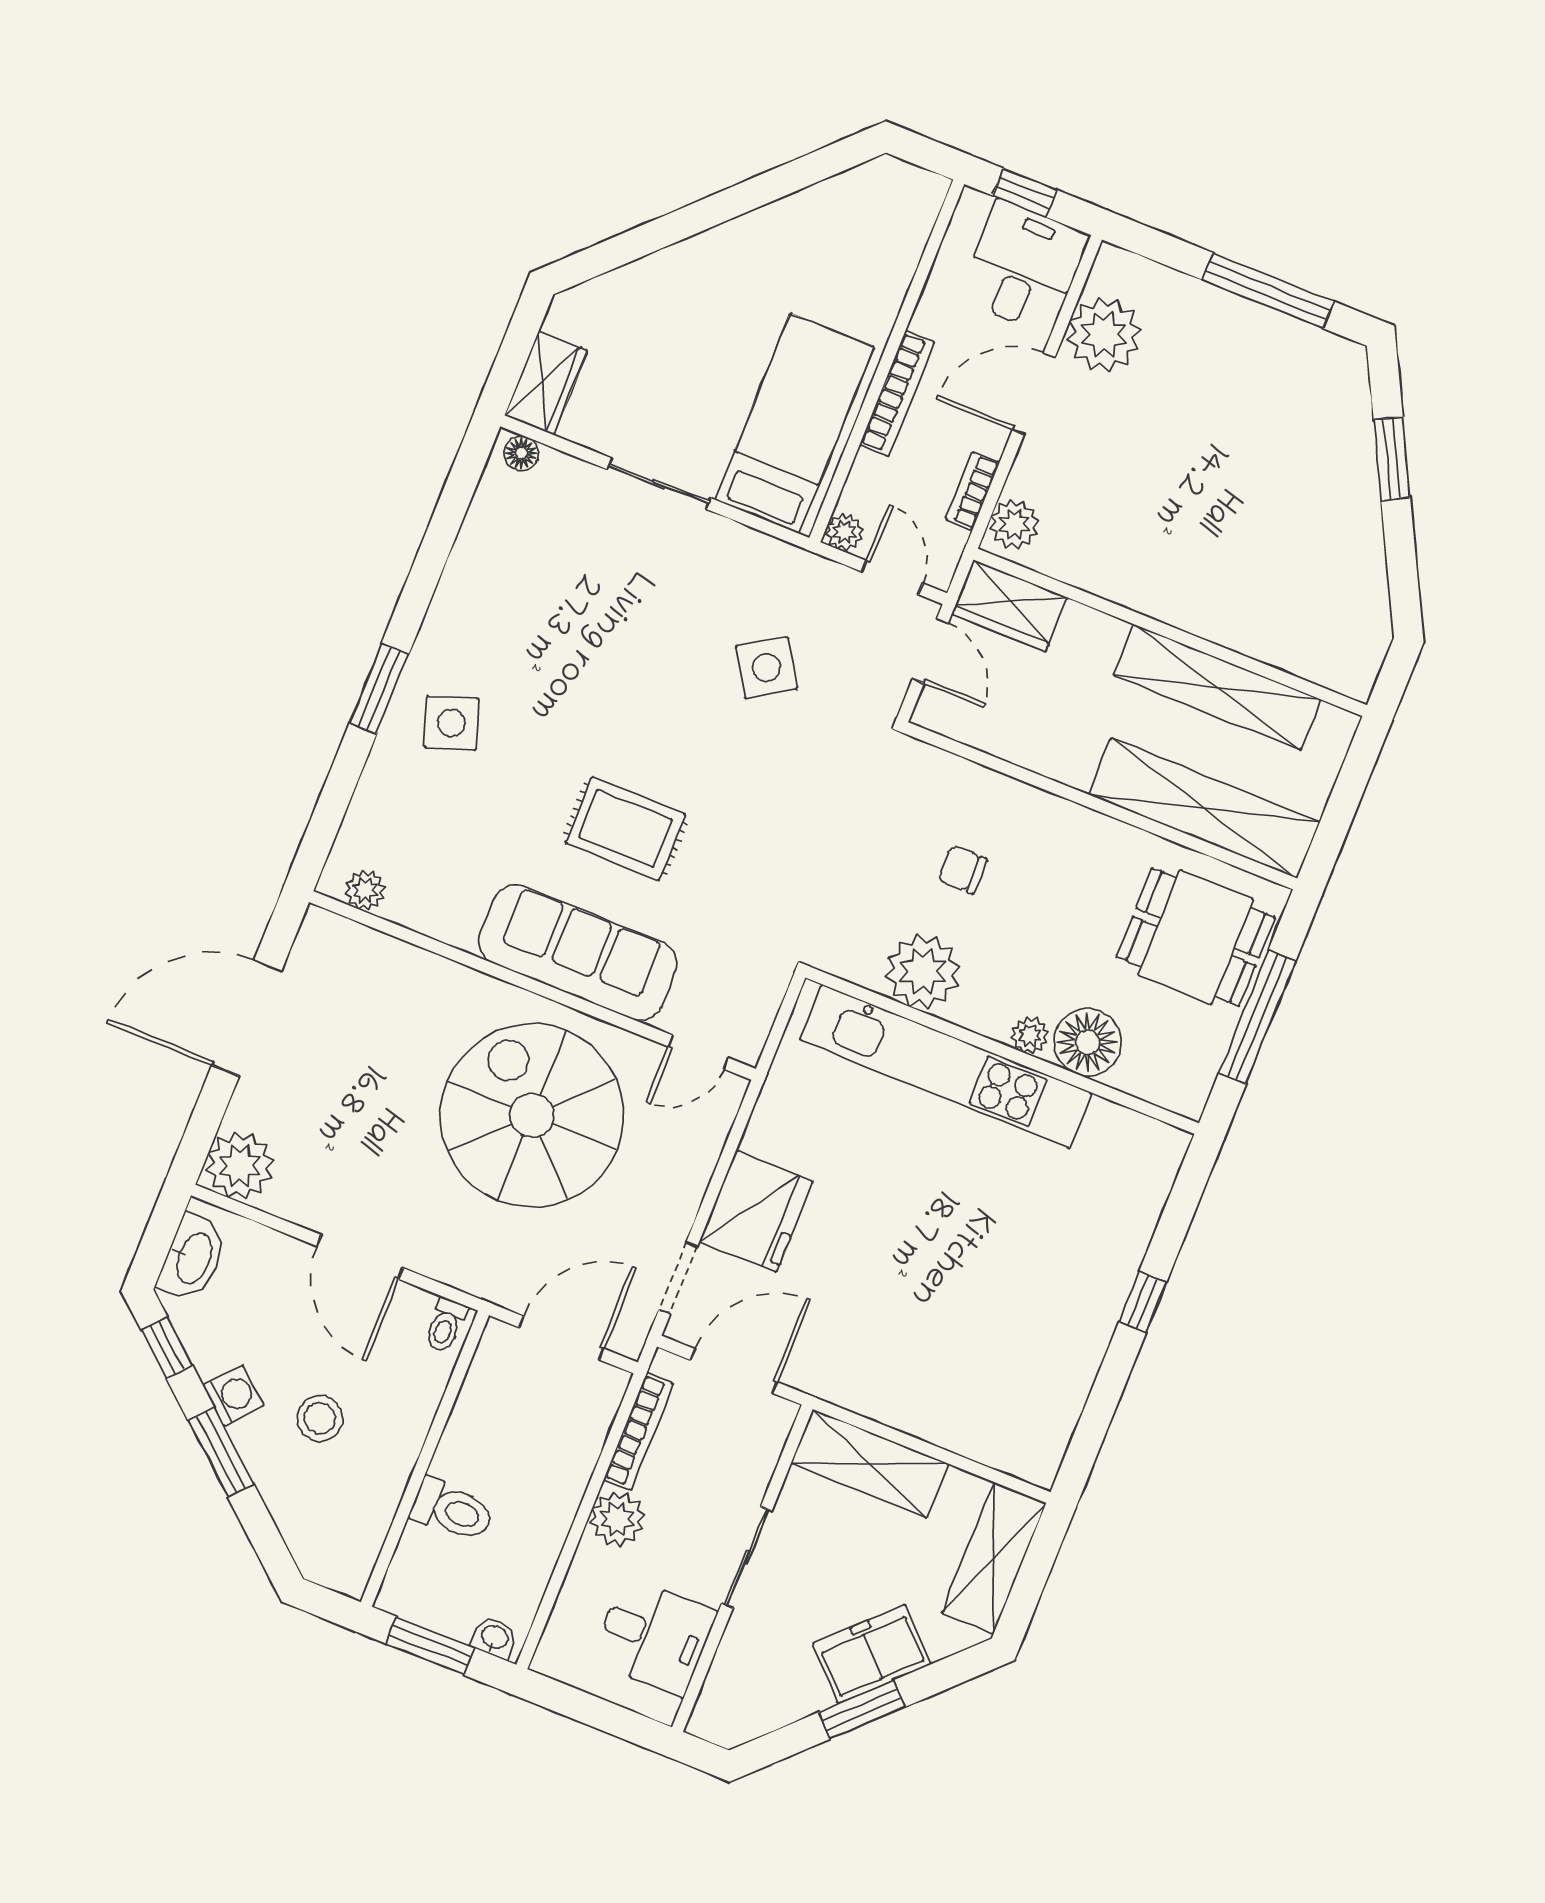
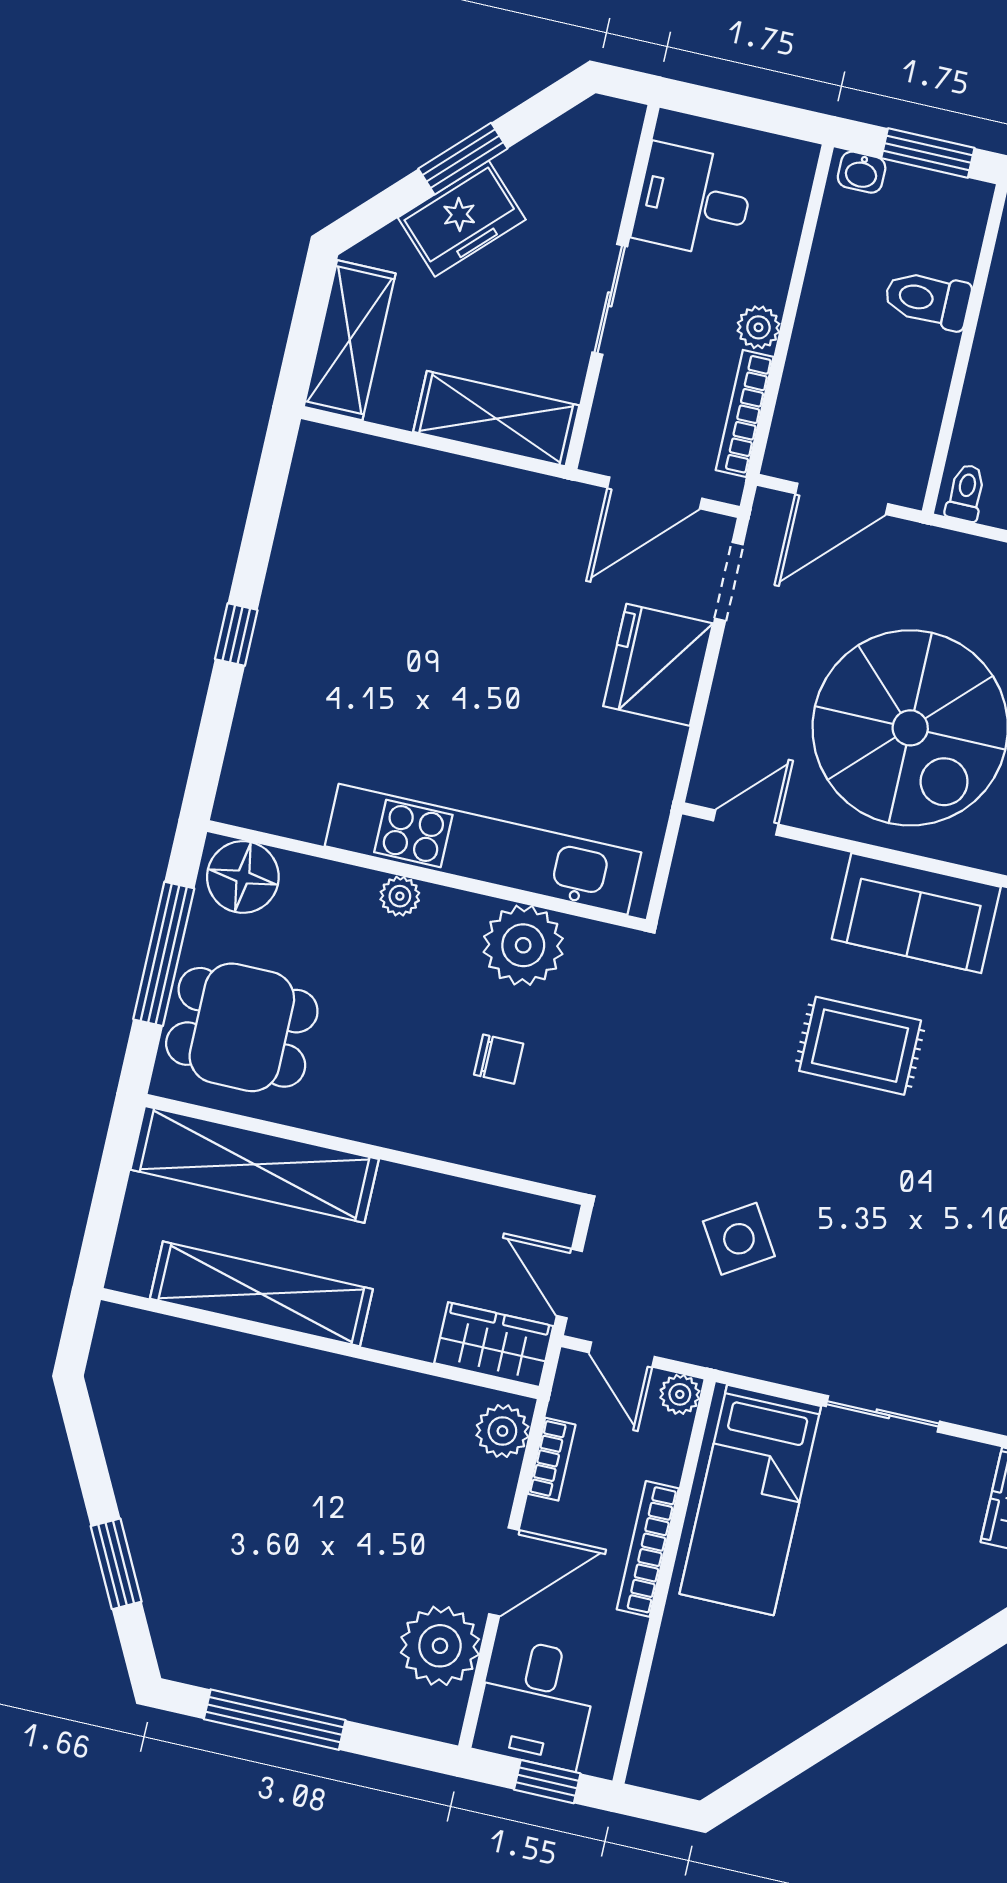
sofa: (578, 953) -> (916, 913), width x0.73
floor lamp: (1088, 1042) -> (243, 877), moved
plant: (617, 1519) -> (758, 327), width x0.73, depth x0.73

